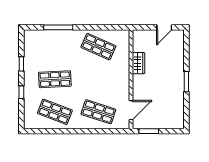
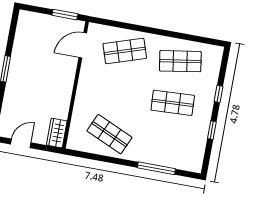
wardrobe: (139, 63) -> (57, 133), moved
shop shelf: (55, 112) -> (180, 61), turned -30
shop shelf: (98, 112) -> (125, 51), turned -36

